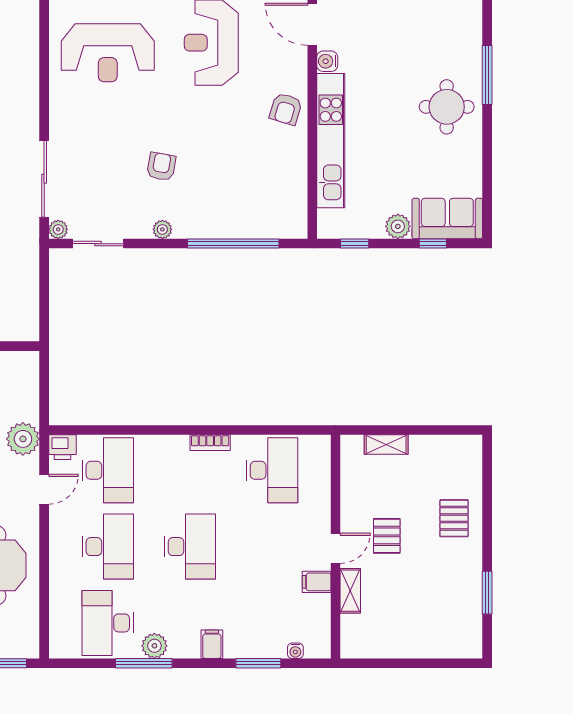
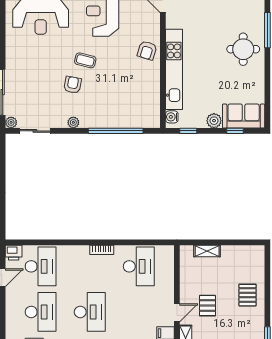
water cooler: (327, 61) -> (172, 117), moved
coffee table: (182, 126) -> (85, 60), added

